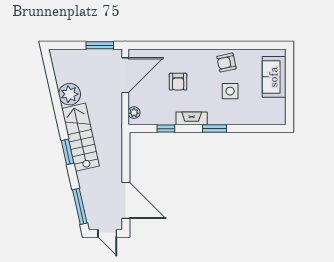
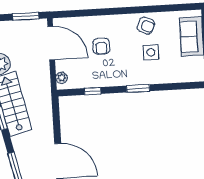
armchair: (226, 63) -> (146, 26), turned -143
door: (125, 75) -> (51, 43), hinge flipped
fireplace: (192, 118) -> (116, 80), removed

